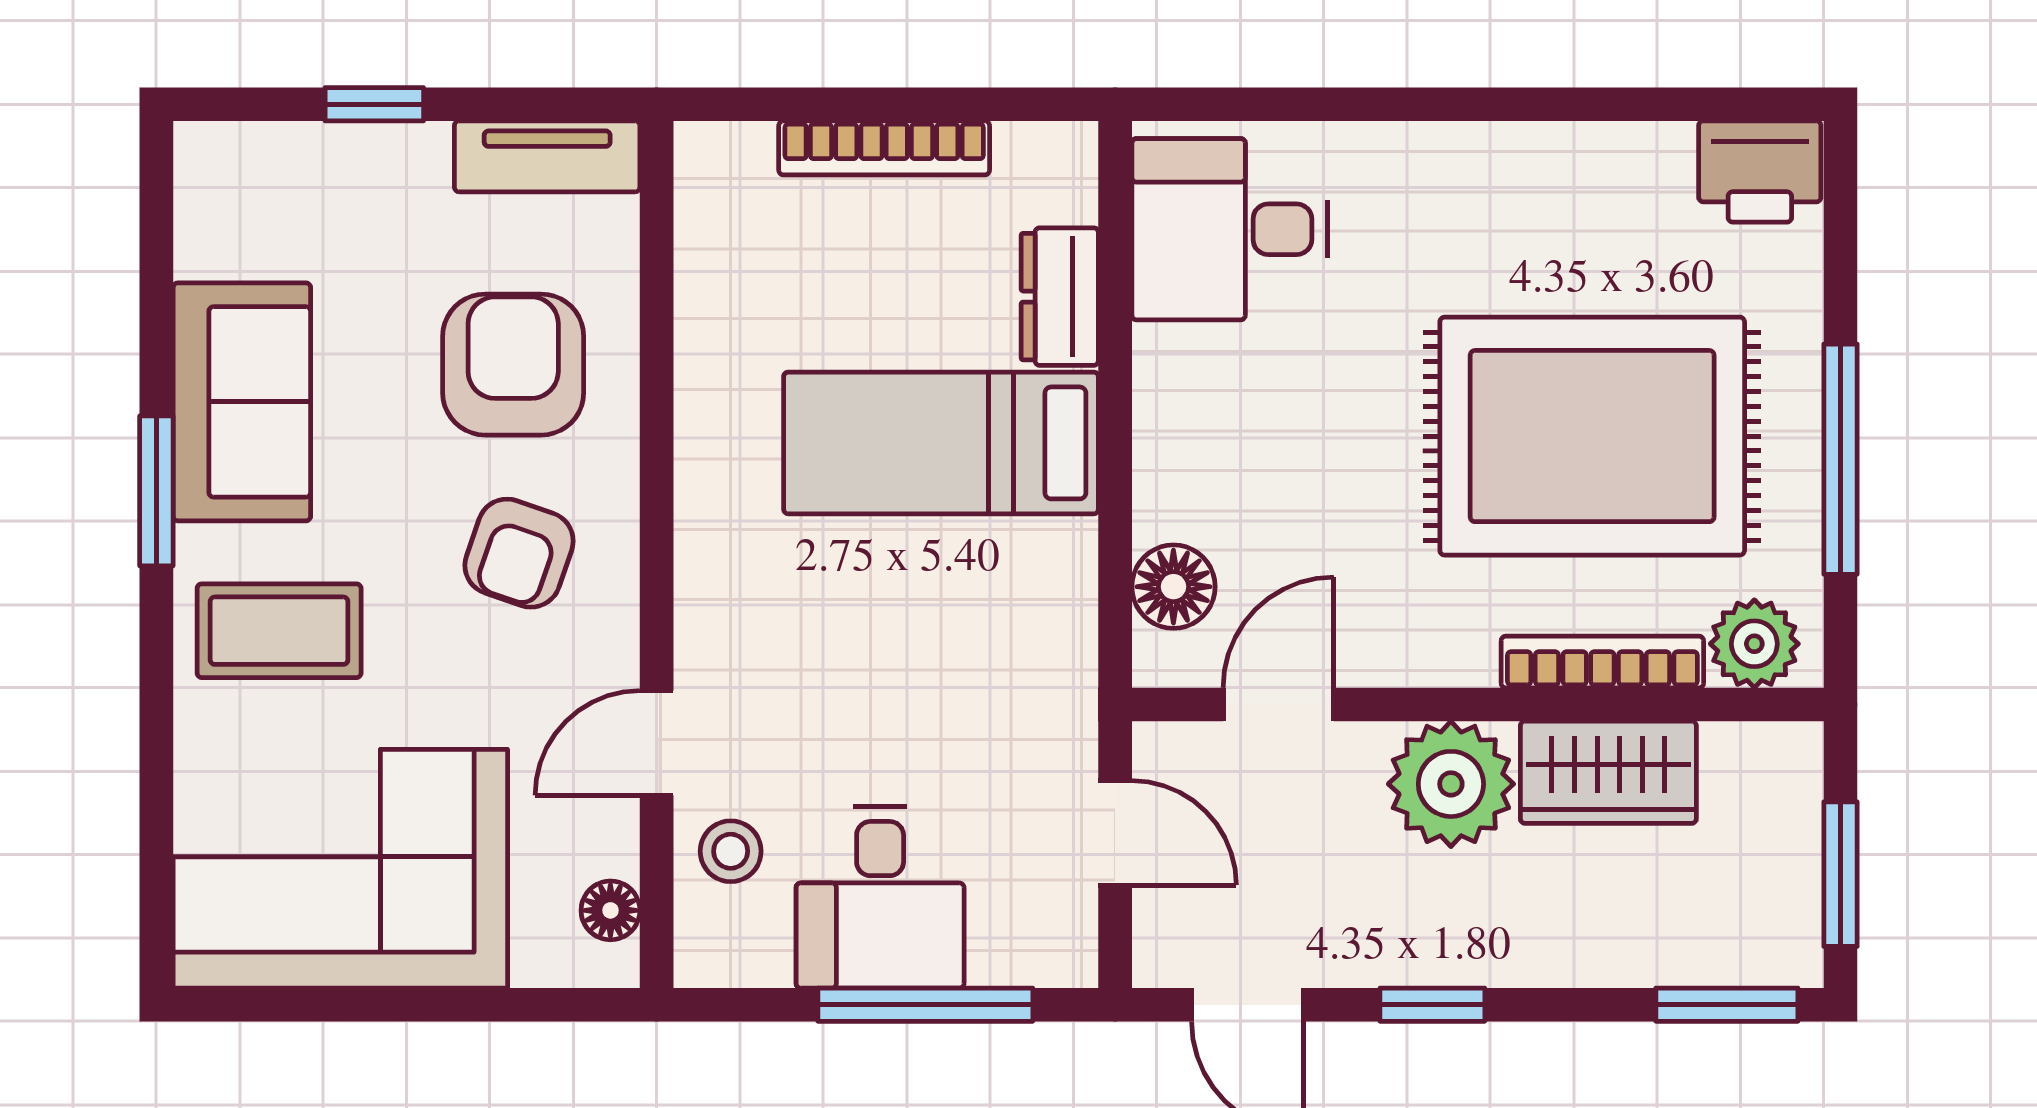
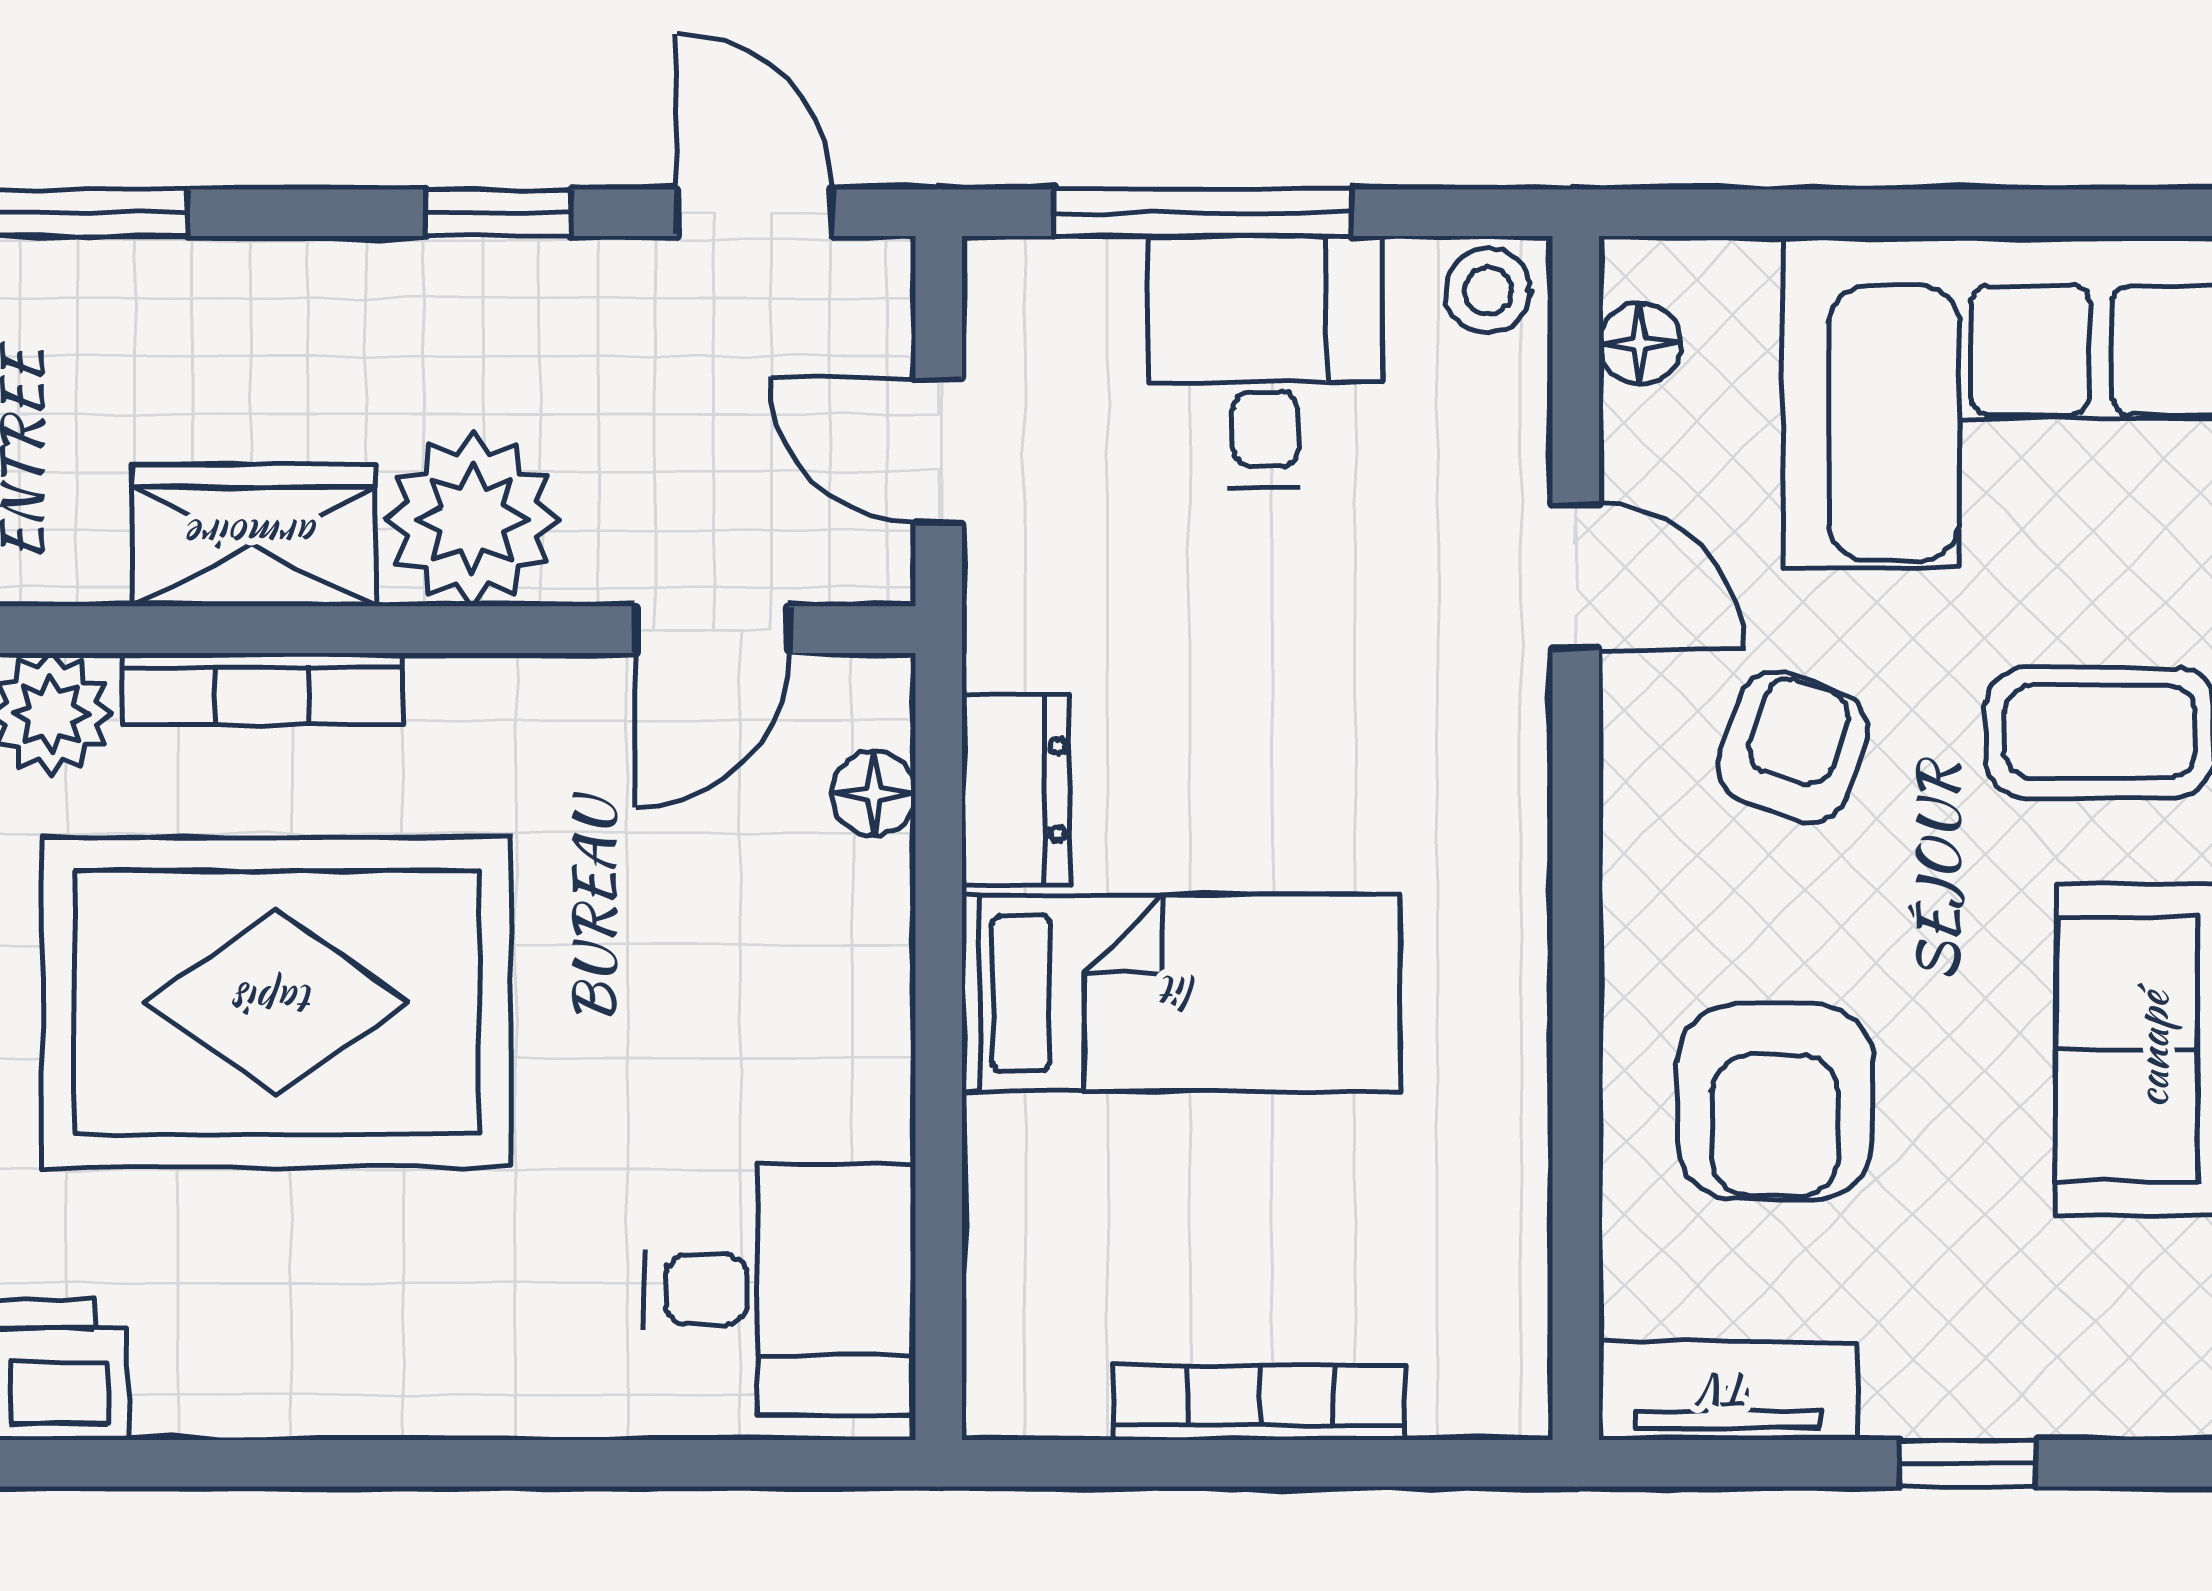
dresser: (1060, 297) -> (1016, 790), moved
armchair: (519, 553) -> (1793, 747), moved
floor lamp: (1173, 587) -> (873, 793), width x0.73, depth x0.73
door: (657, 743) -> (1576, 576), hinge flipped
stool: (731, 851) -> (1488, 291), moved

